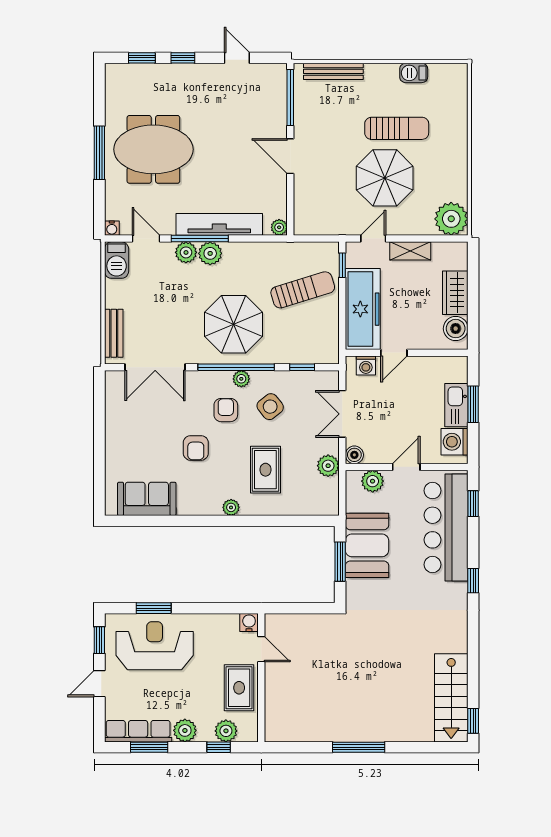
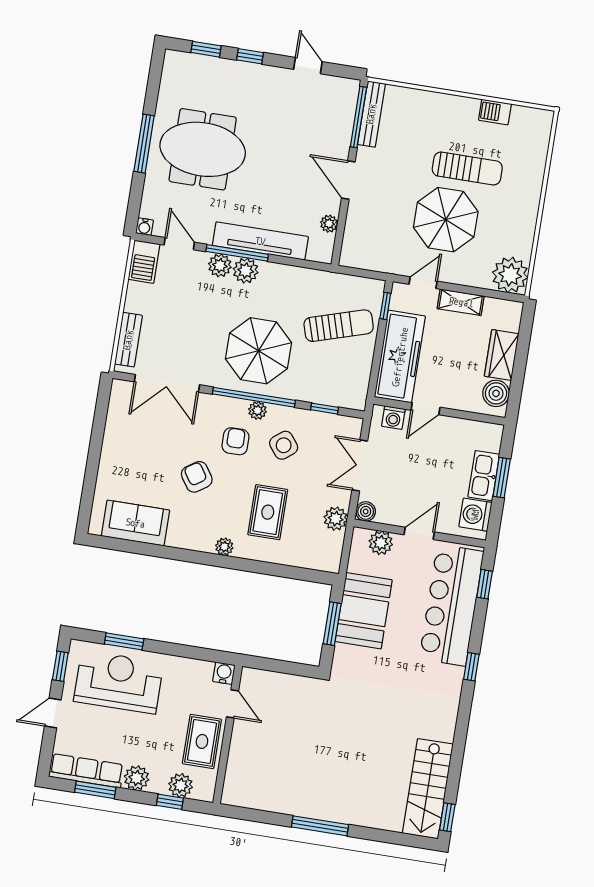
bench: (333, 71) -> (371, 114), moved, turned 90
plant: (279, 227) -> (329, 224), moved
armchair: (196, 448) -> (197, 477), turned 146

